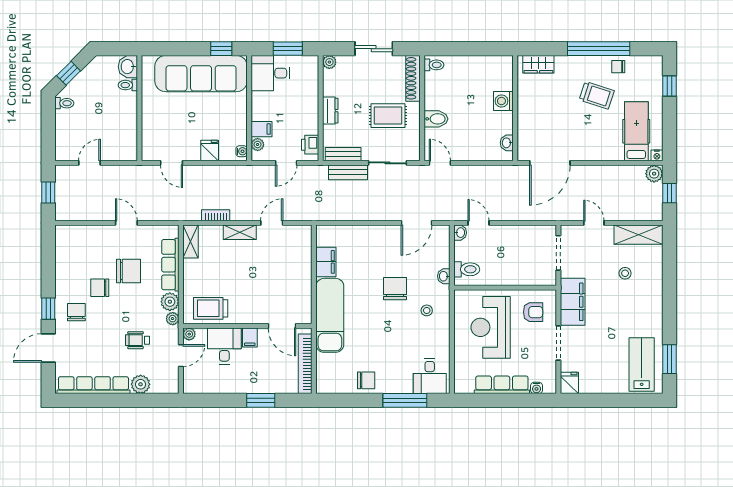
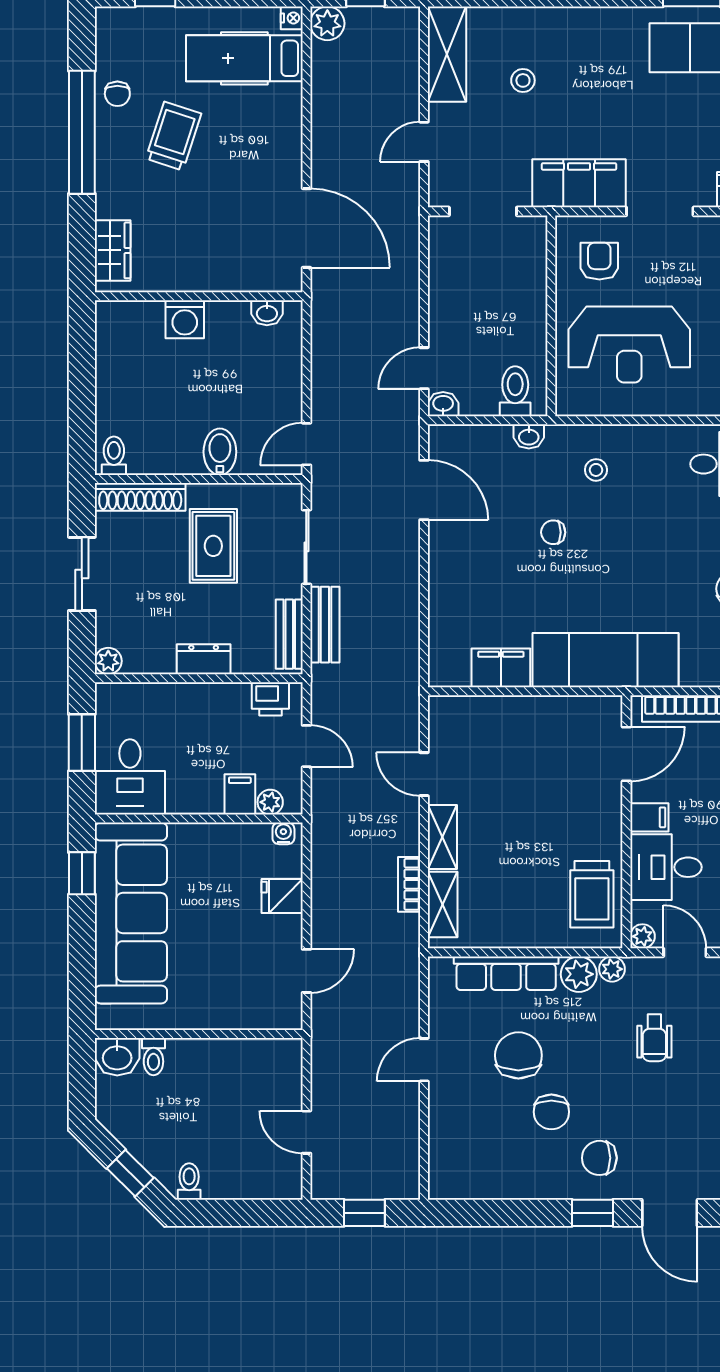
shelving: (190, 242) -> (443, 905), moved, turned 90
chair: (395, 289) -> (553, 532), width x0.54, depth x0.54

